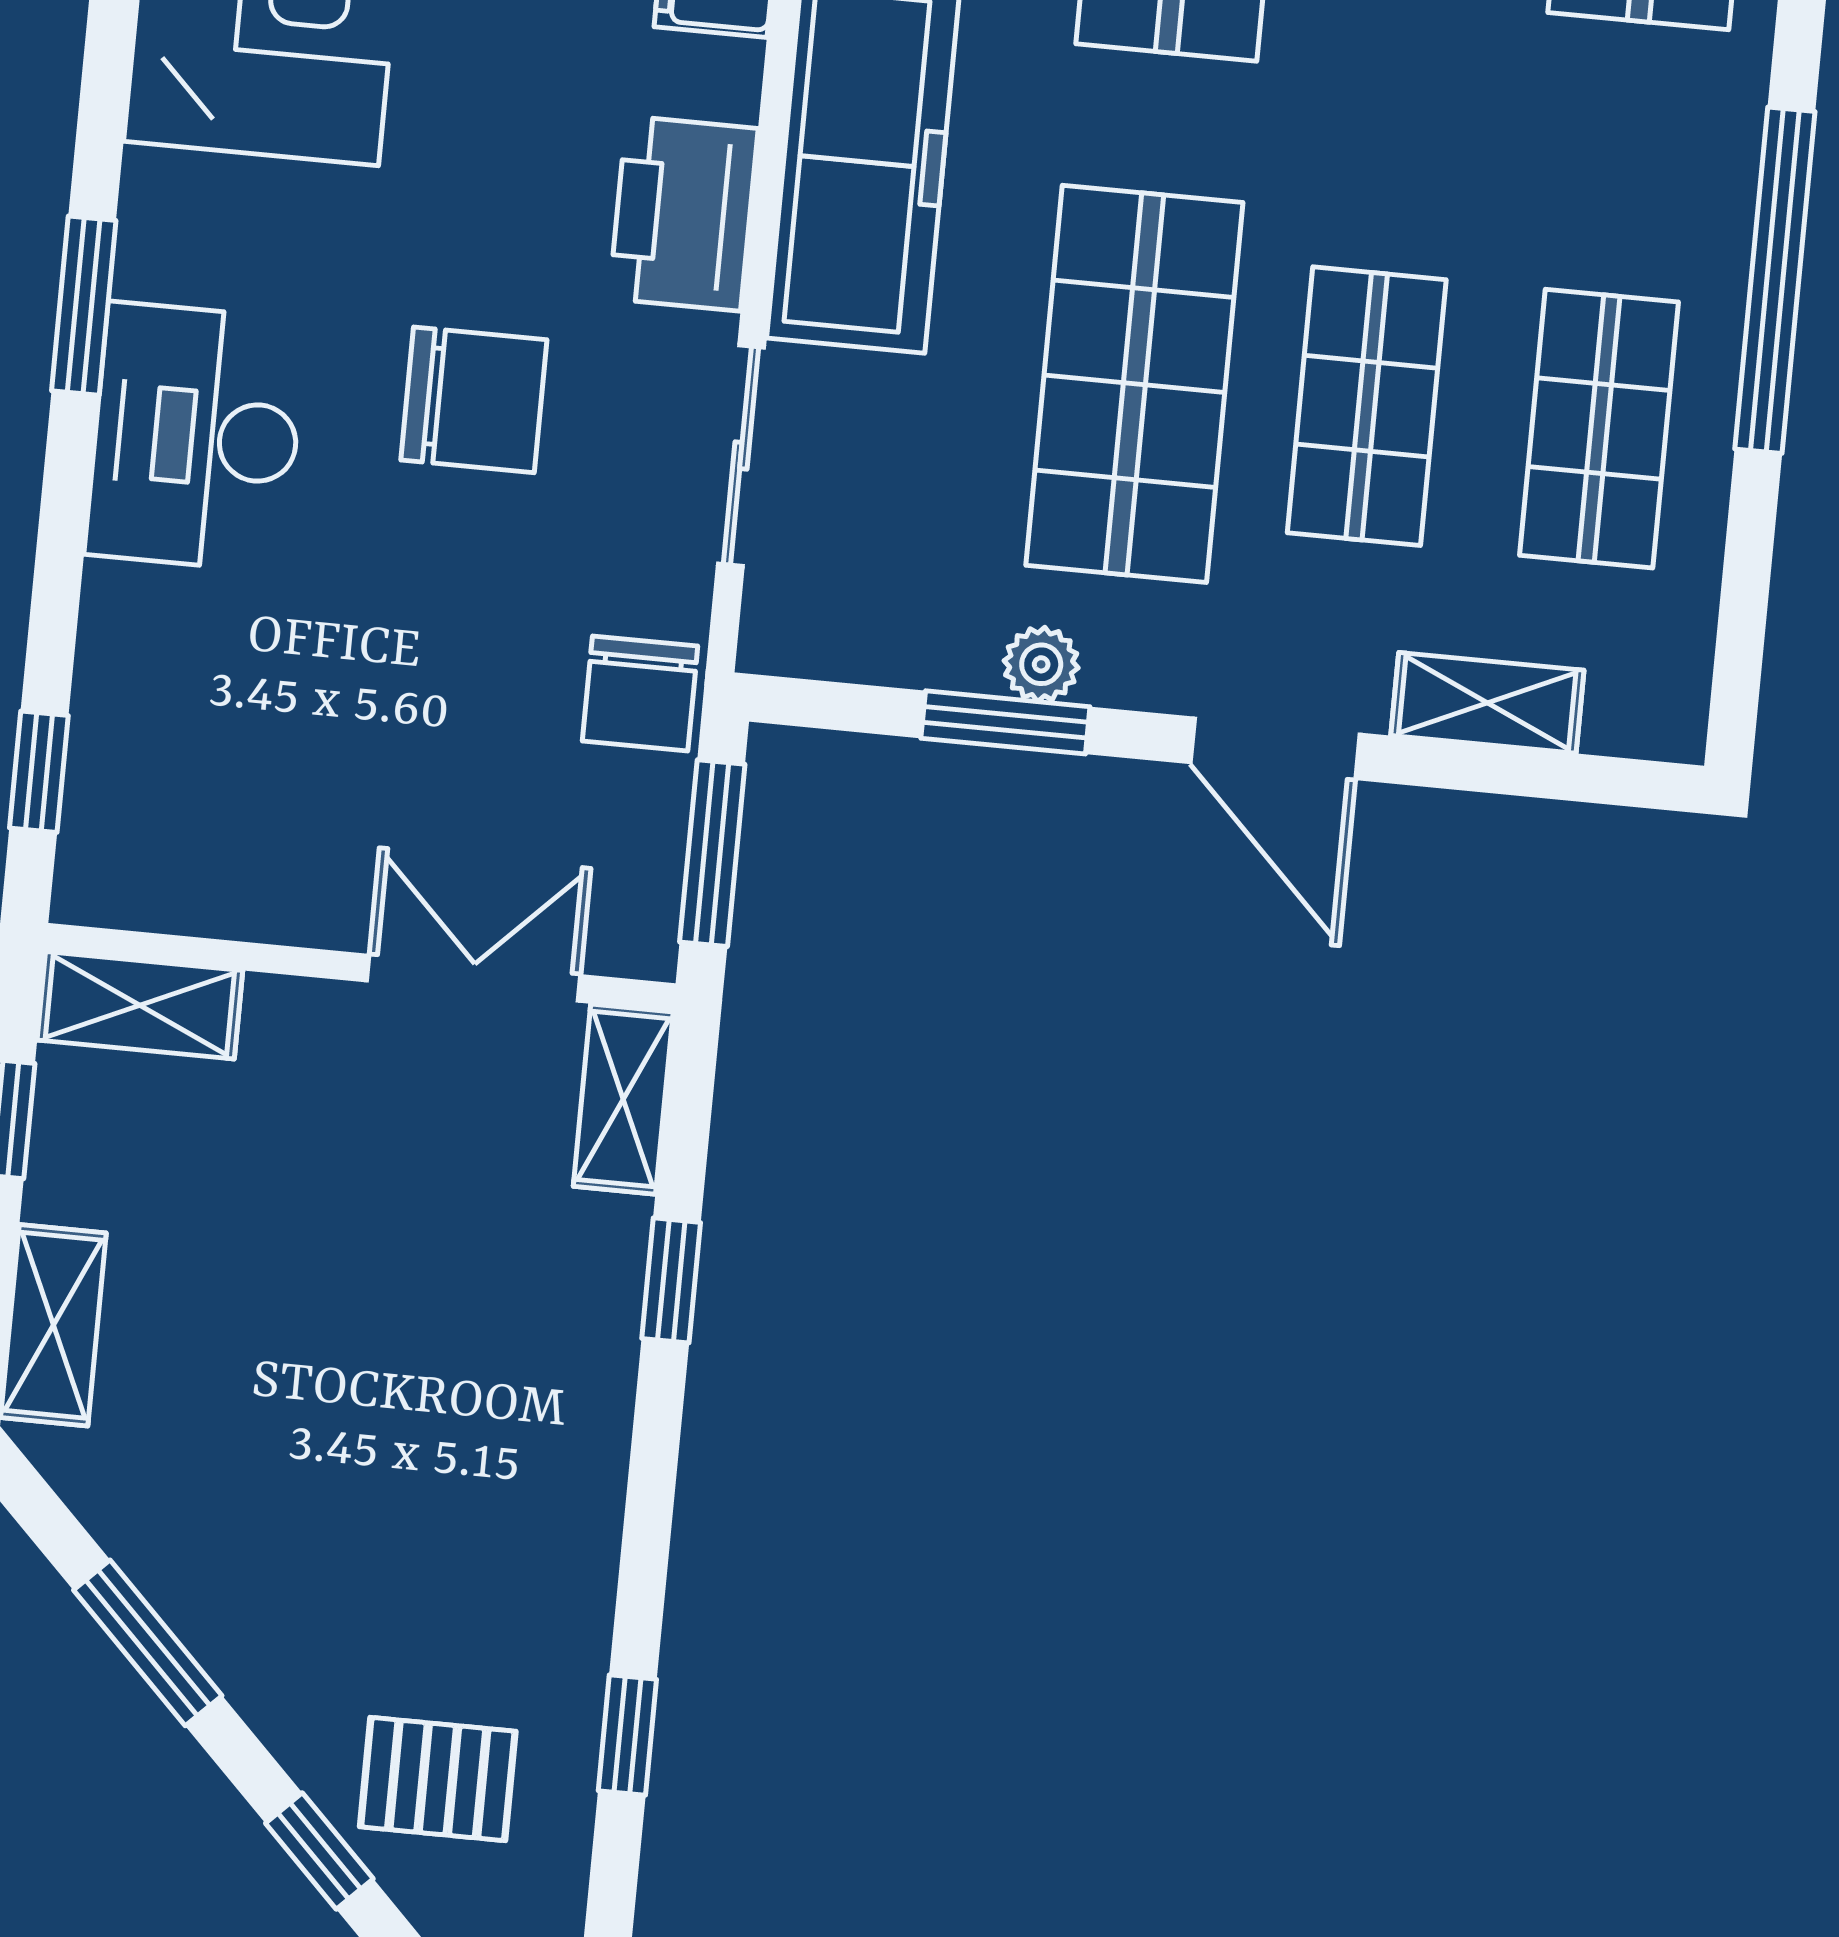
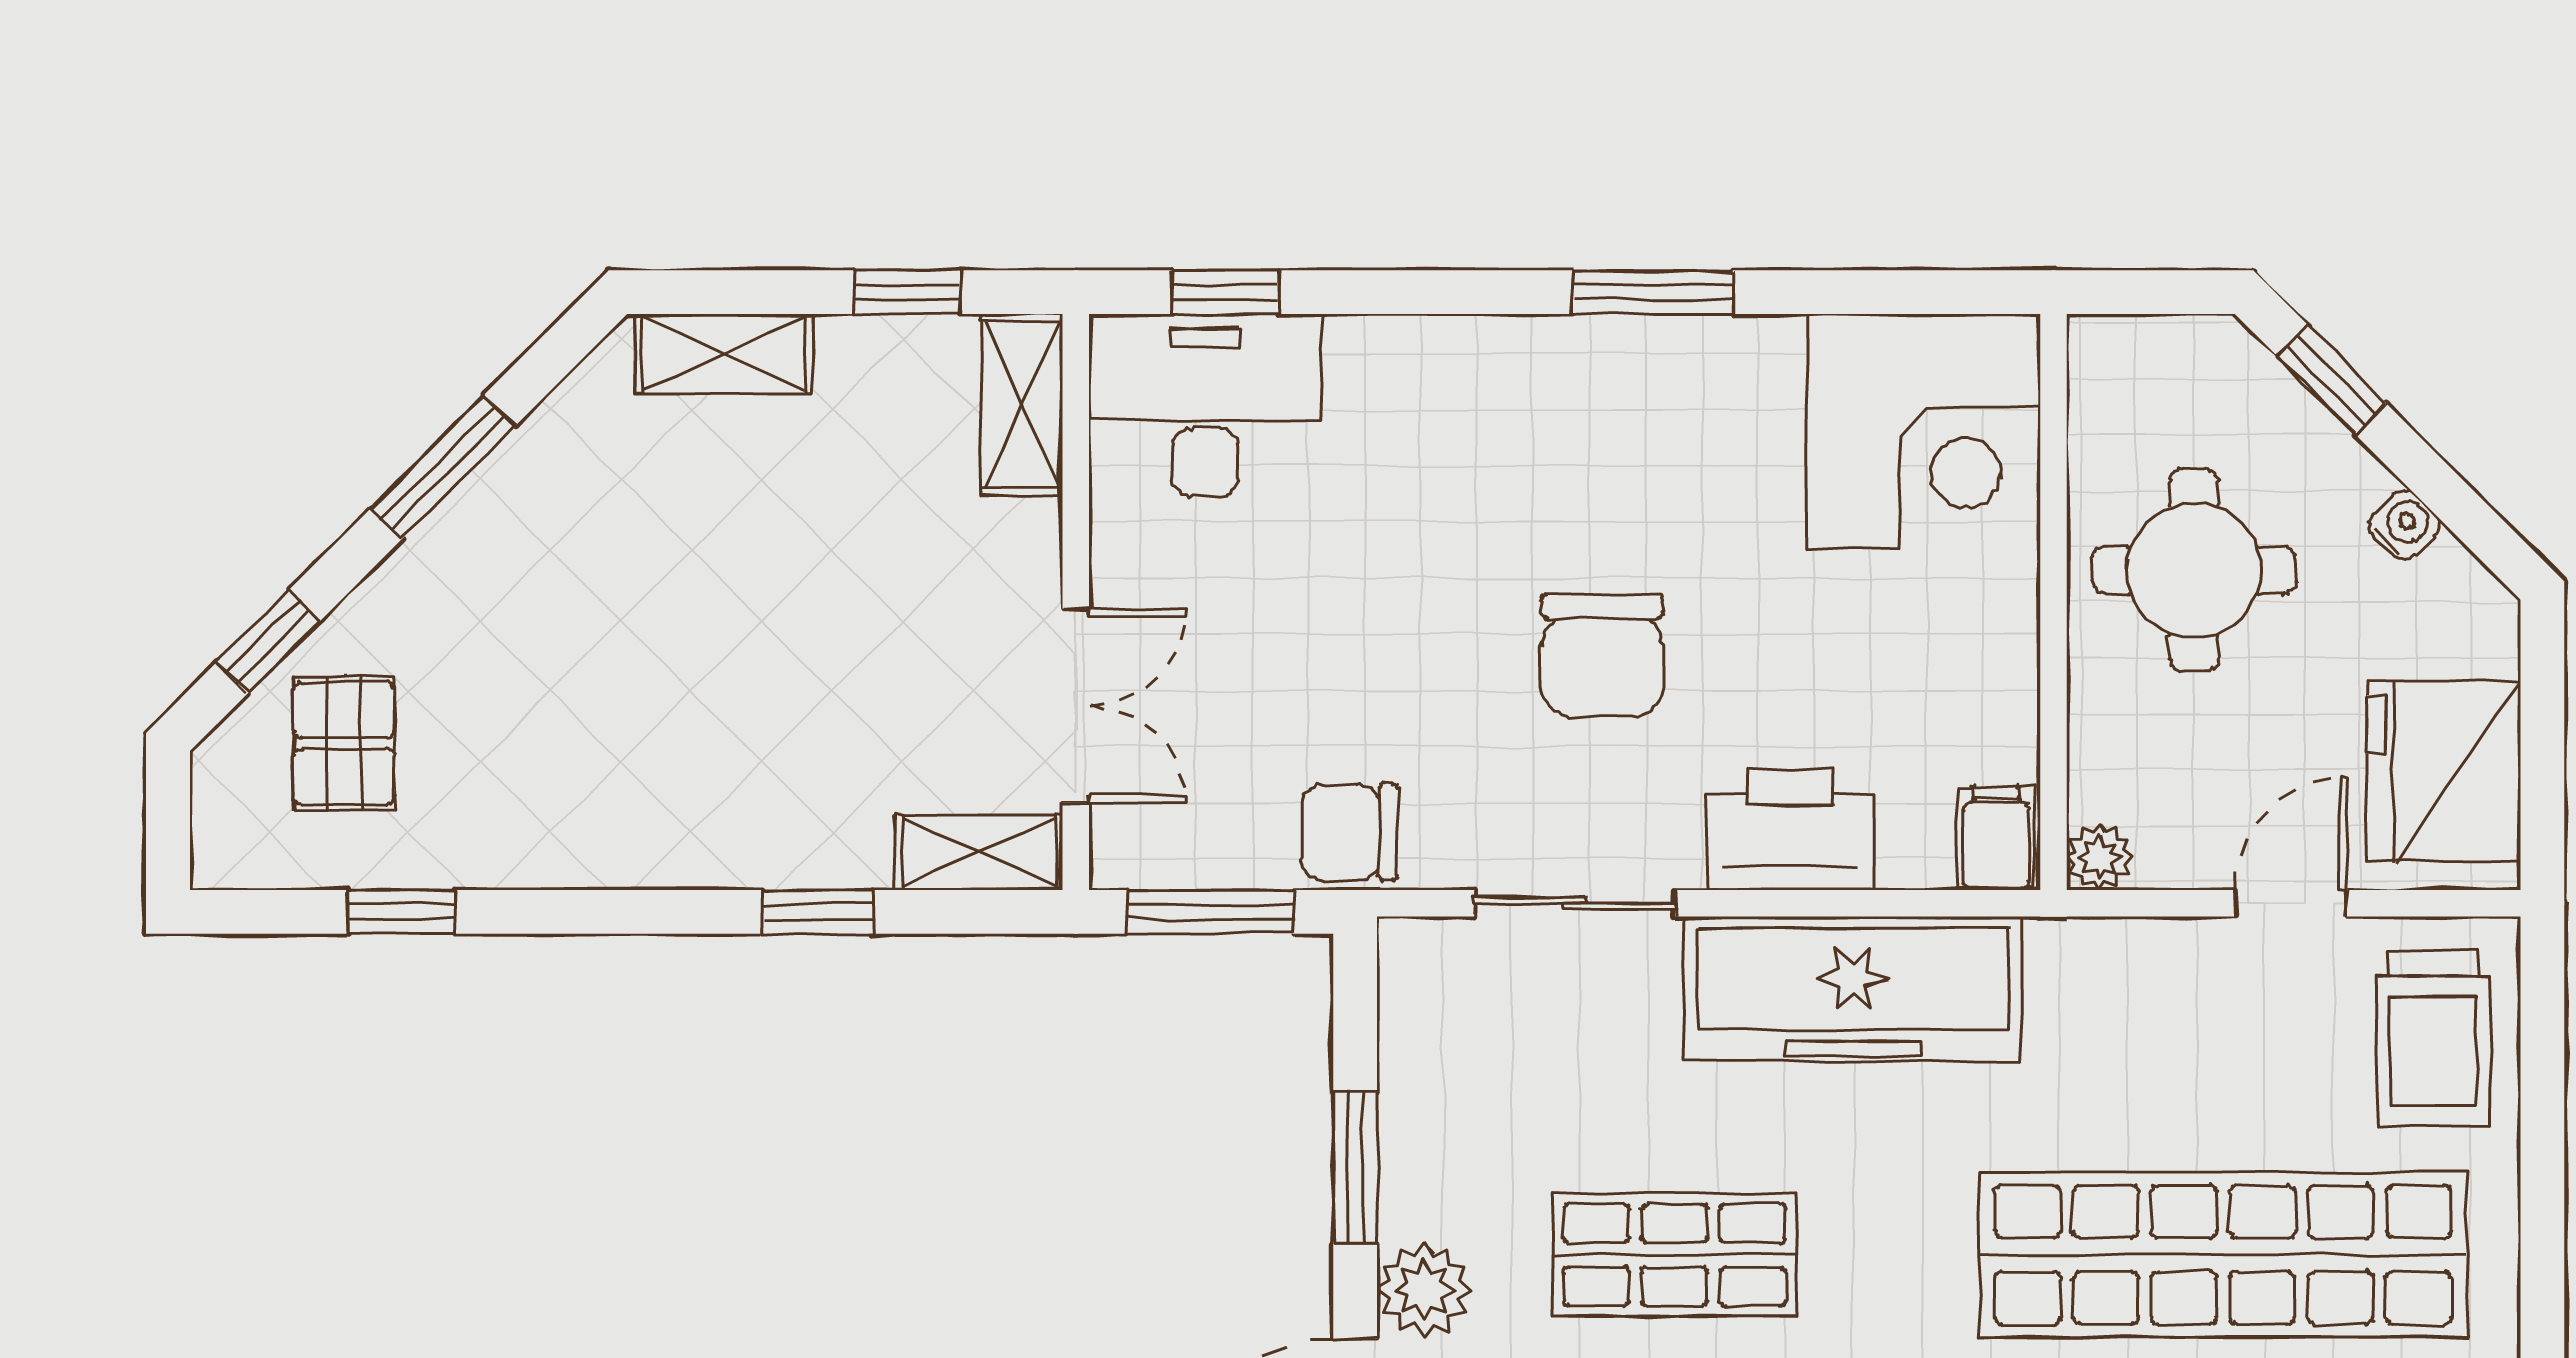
shop shelf: (1134, 384) -> (1674, 1255), width x0.70, depth x0.74
desk: (196, 437) -> (1205, 405), moved
plant: (1041, 664) -> (1424, 1290), moved, width x1.38, depth x1.38

